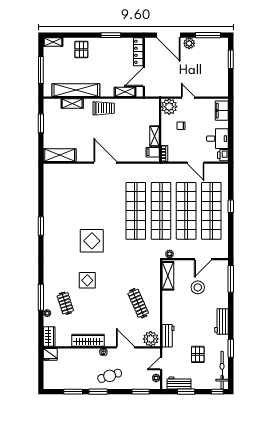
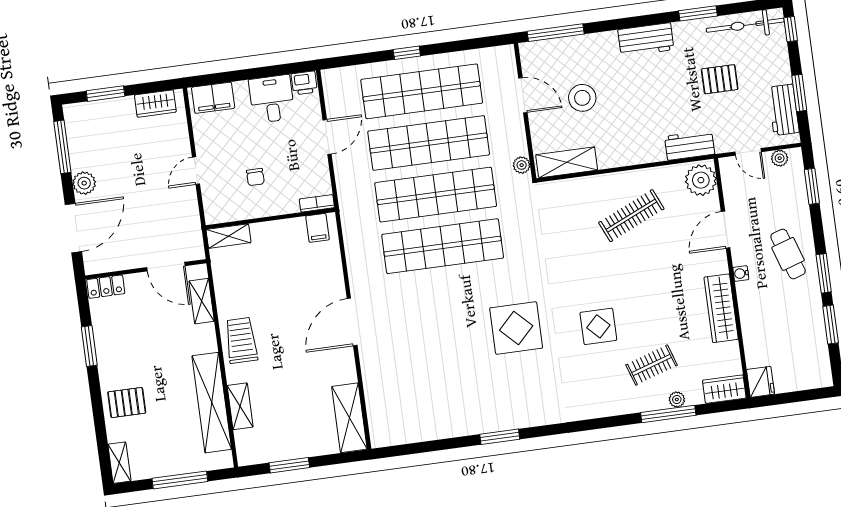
locker: (138, 52) -> (106, 287), width x0.66
wardrobe: (223, 83) -> (155, 104), added
plant: (169, 107) -> (220, 207), removed
shelving: (154, 136) -> (228, 236), moved
window: (41, 297) -> (668, 414), moved

